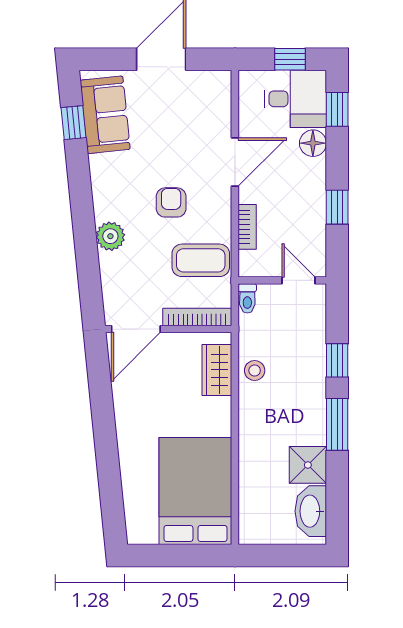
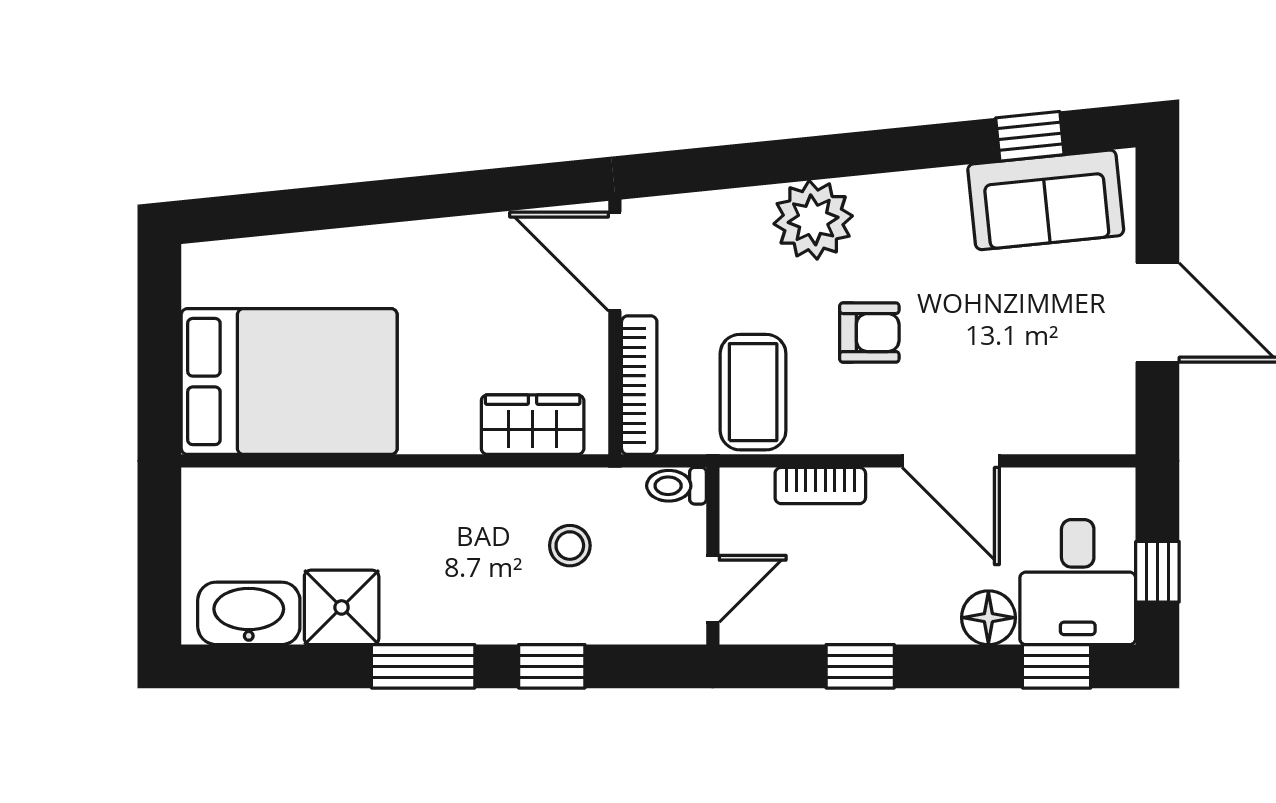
plant: (110, 236) -> (813, 220), width x1.36, depth x1.36
stool: (255, 370) -> (570, 546), moved

